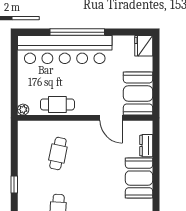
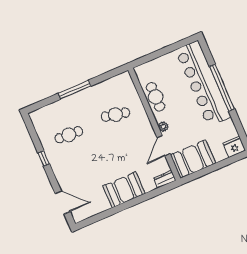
plant: (23, 110) -> (163, 127), moved
dresser: (146, 146) -> (165, 179), moved
window: (14, 184) -> (75, 90), width x2.17

